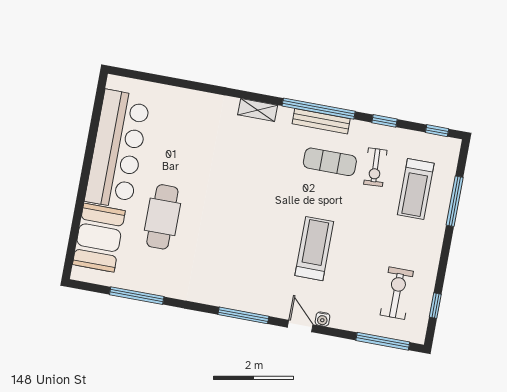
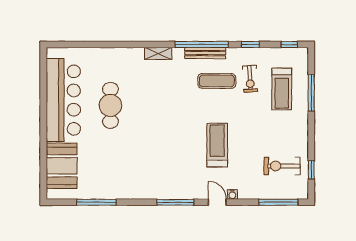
cafe table: (162, 217) -> (110, 105), moved
exercise bike: (397, 293) -> (282, 166), turned -90

